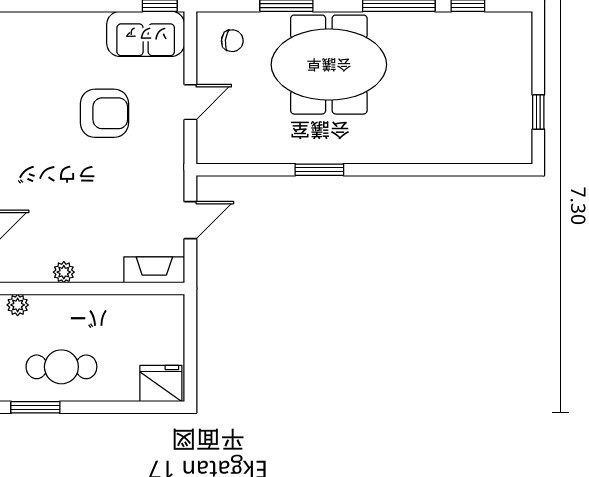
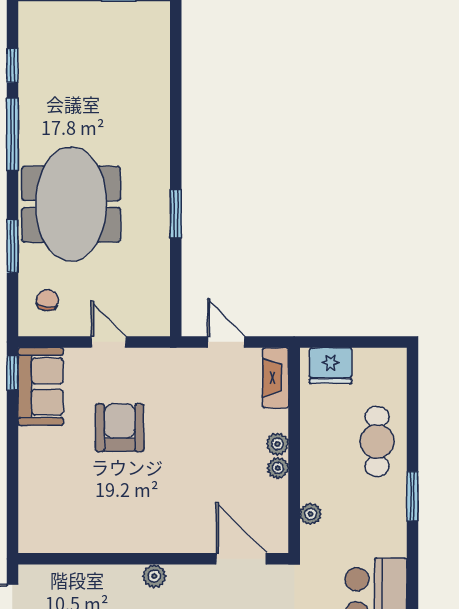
plant: (88, 272) -> (277, 444), added
cafe table: (61, 367) -> (377, 442), moved
fridge: (161, 383) -> (331, 366), moved, turned -90

